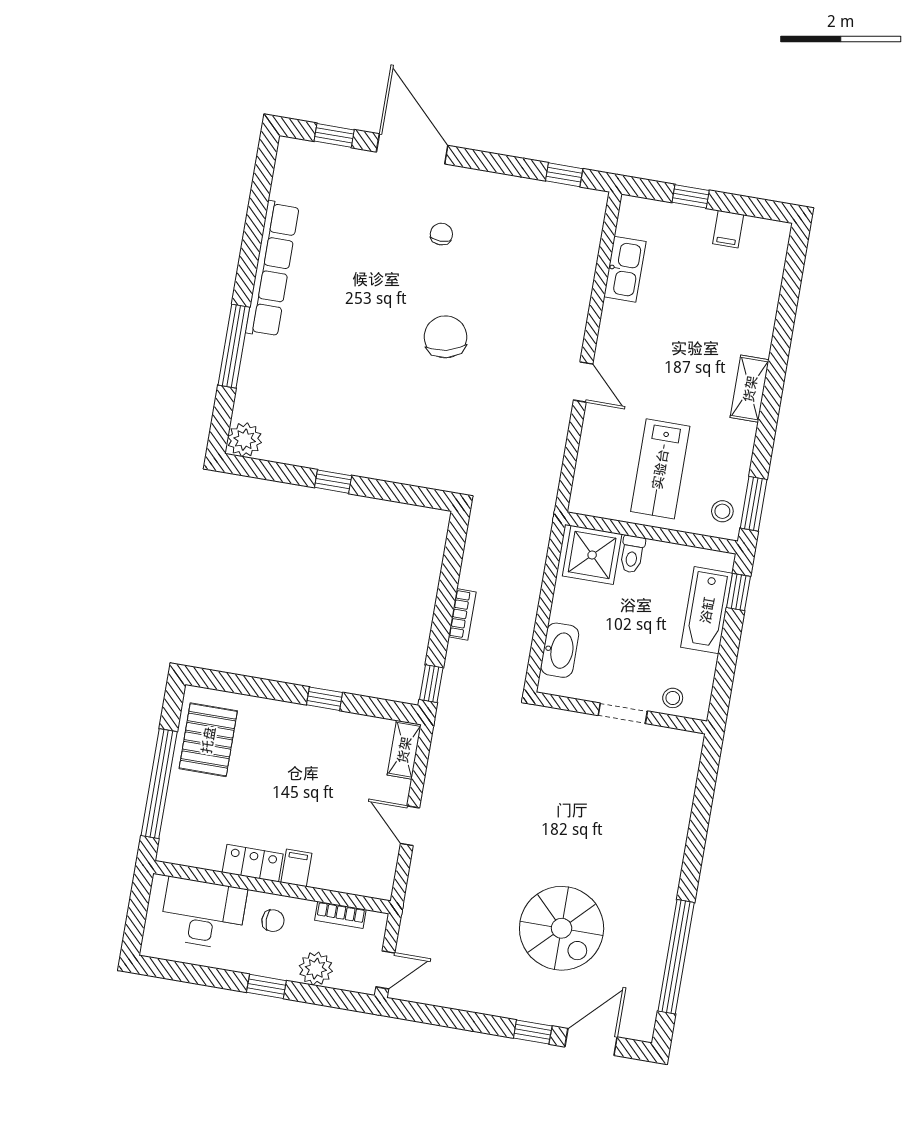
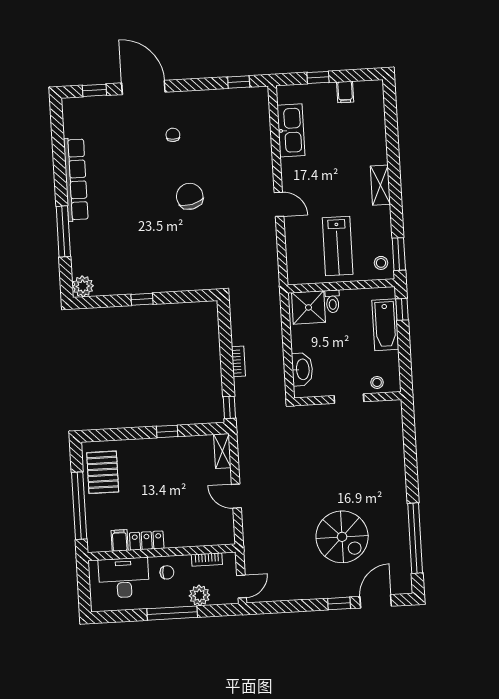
kitchen sink: (625, 269) -> (291, 130), width x1.36, depth x1.24
filing cabinet: (296, 868) -> (120, 540), moved
window: (266, 986) -> (172, 613), width x2.17

